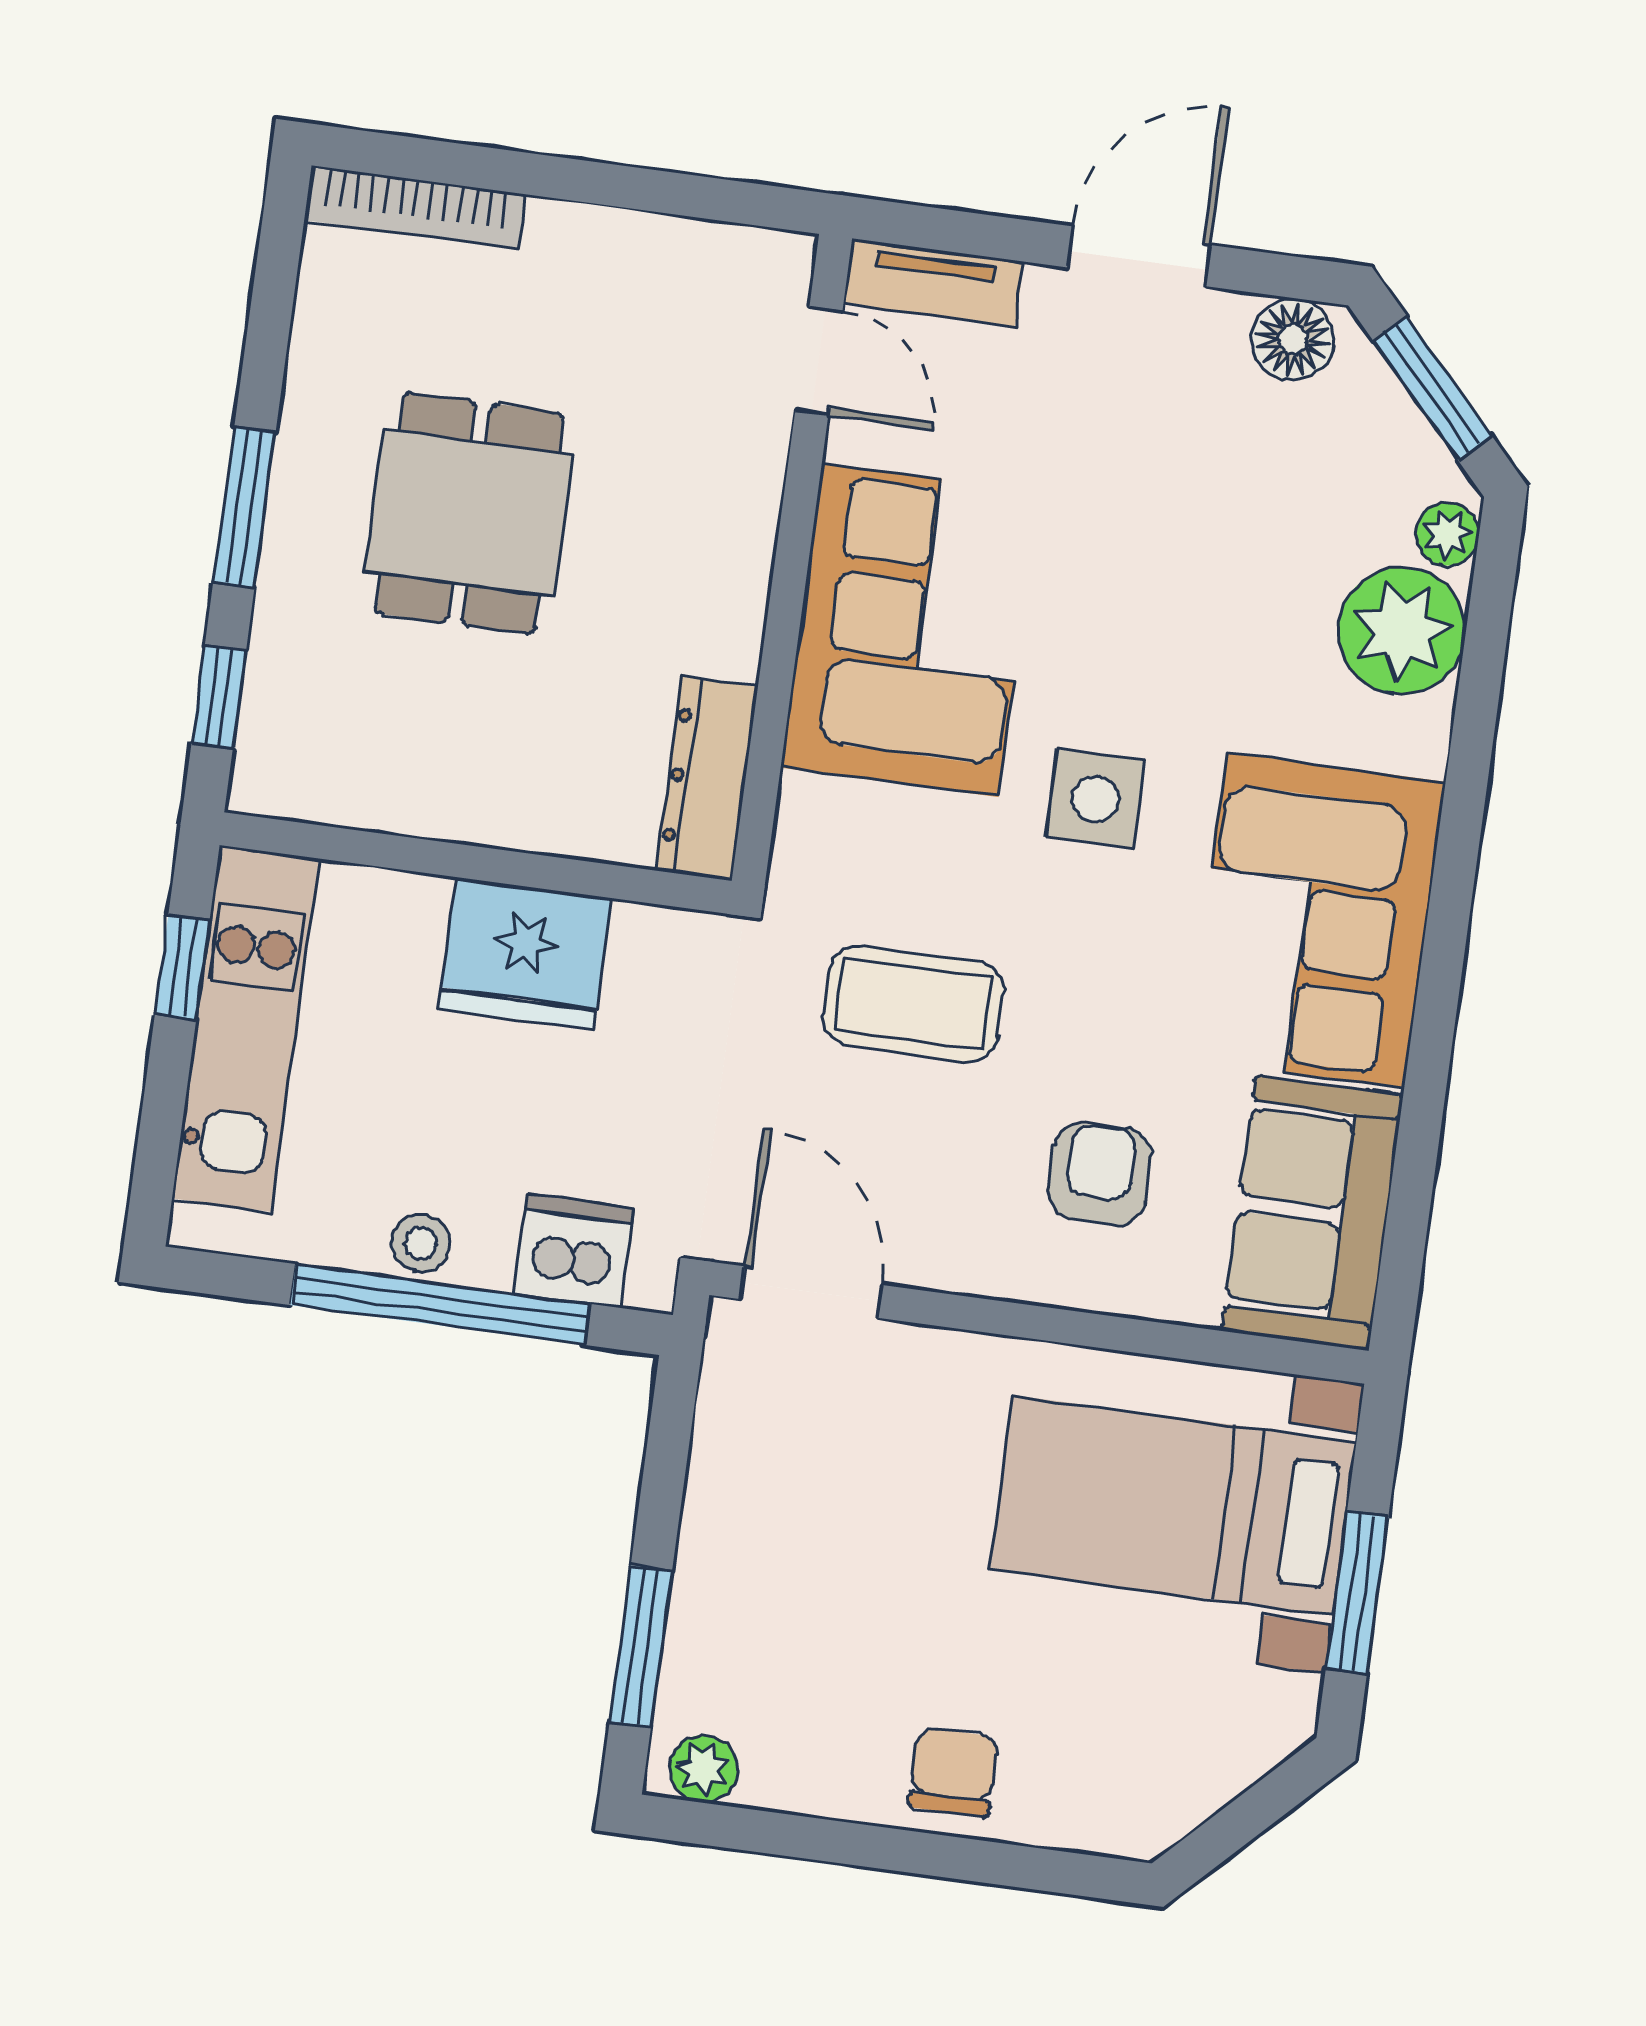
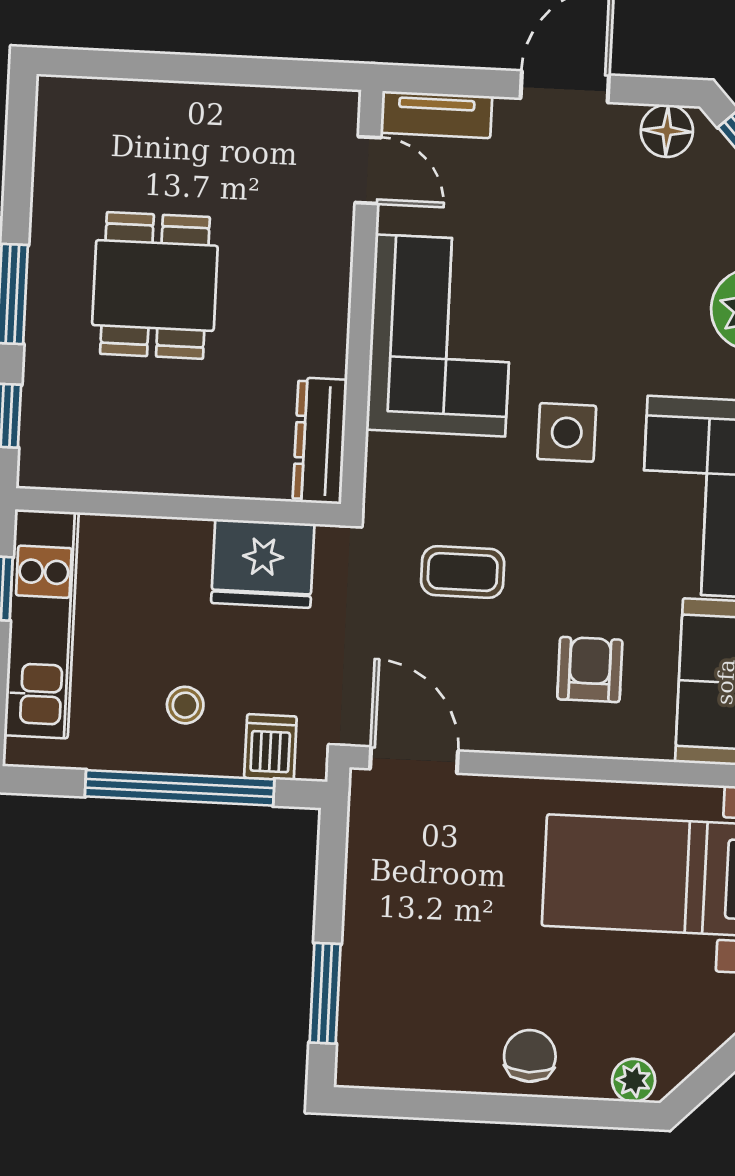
bookcase: (415, 207) -> (104, 95), removed
fridge: (525, 953) -> (263, 563), moved
coffee table: (913, 1004) -> (463, 572), width x0.73, depth x0.77
stool: (421, 1243) -> (185, 705), moved
dishwasher: (574, 1251) -> (270, 747), width x0.73
plant: (704, 1769) -> (634, 1080), moved

